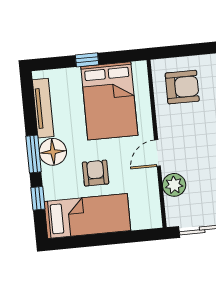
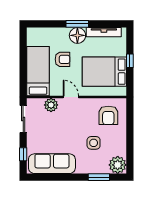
window: (38, 198) -> (51, 24), removed
bed: (87, 216) -> (38, 71), moved, turned 180

